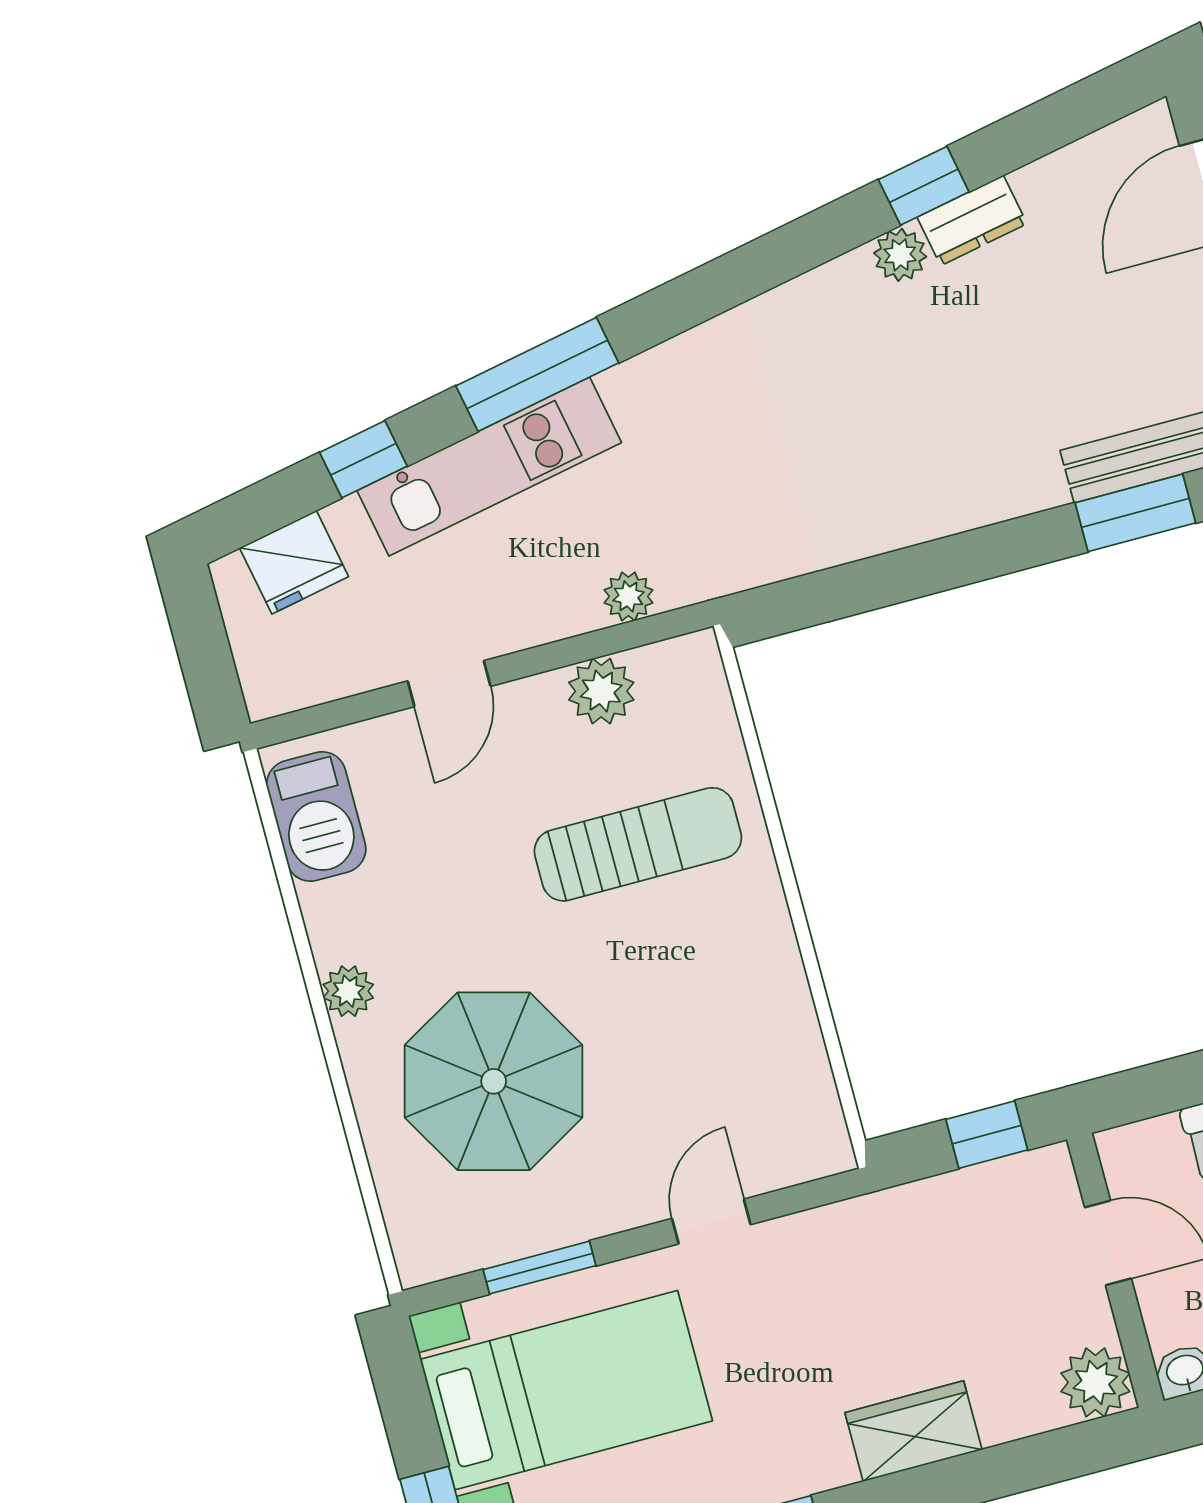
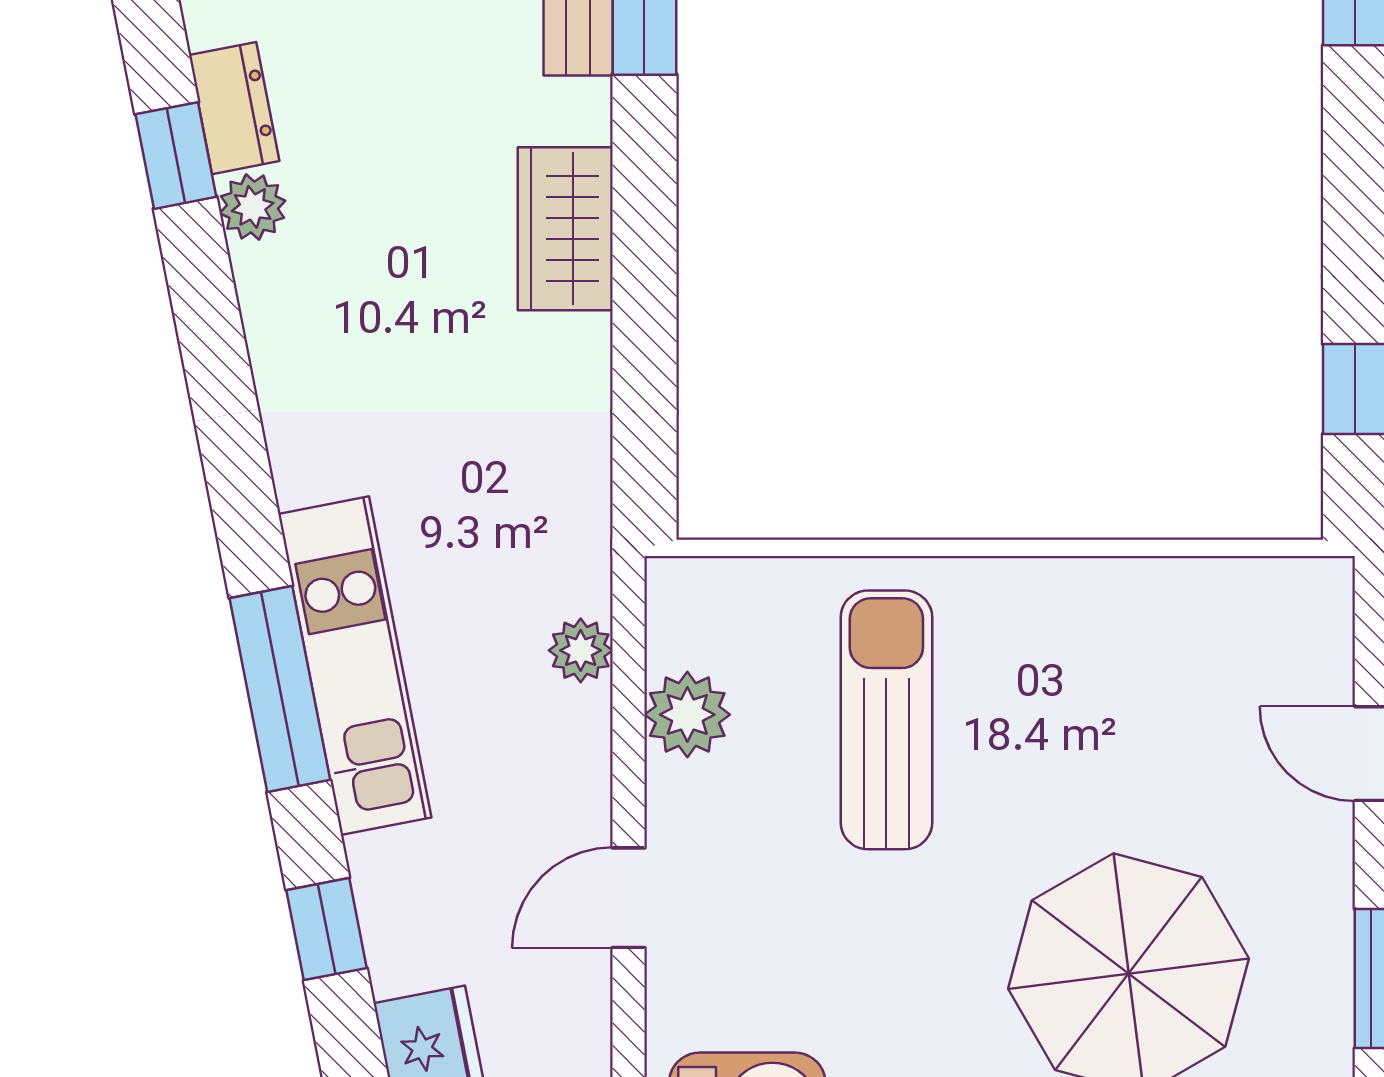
kitchen unit: (489, 467) -> (355, 666), moved
wardrobe: (948, 498) -> (565, 229), added
door: (449, 684) -> (629, 898), swing flipped

